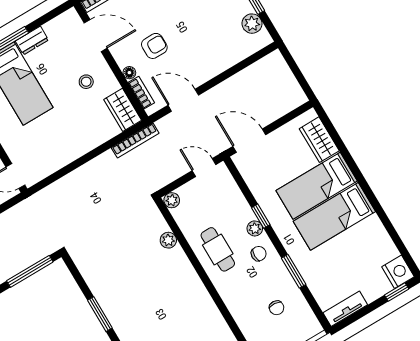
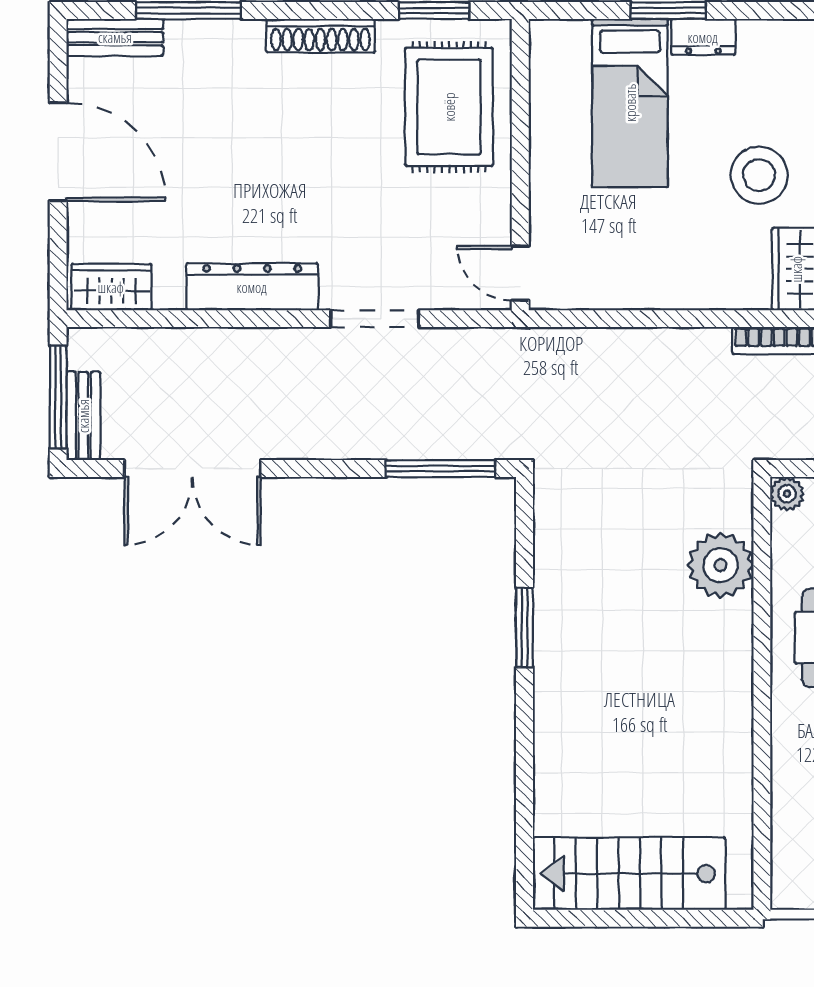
stool: (86, 82) -> (759, 175), width x1.89, depth x1.89
plant: (168, 240) -> (721, 565), width x1.88, depth x1.88

